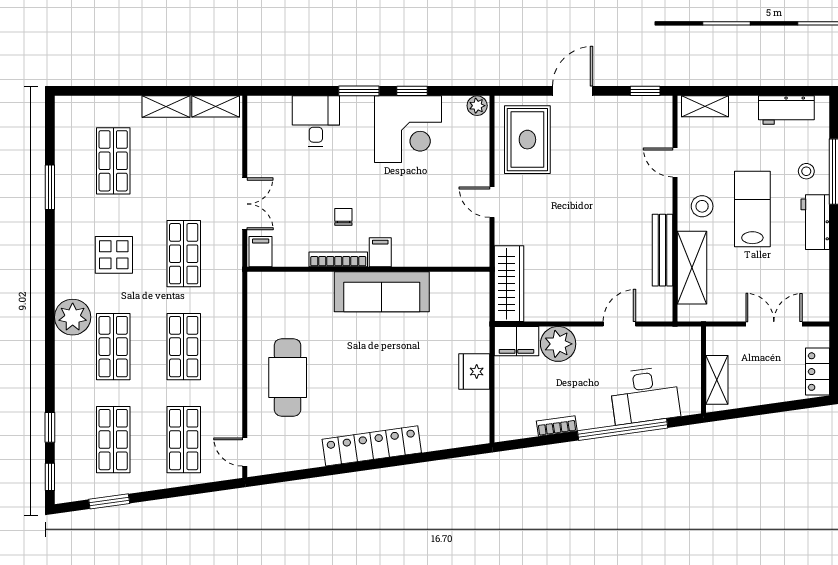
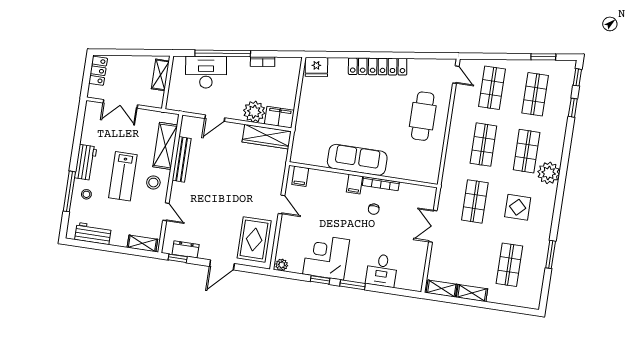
dresser: (634, 107) -> (186, 249), added
filing cabinet: (261, 252) -> (300, 176), moved
wardrobe: (509, 284) -> (267, 137), moved, turned -90
fridge: (474, 372) -> (316, 67), moved, turned 82

